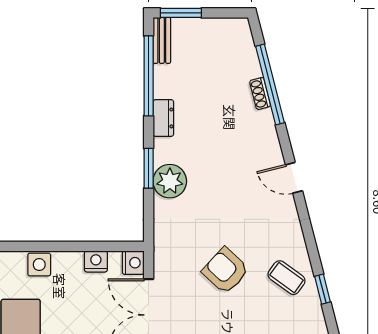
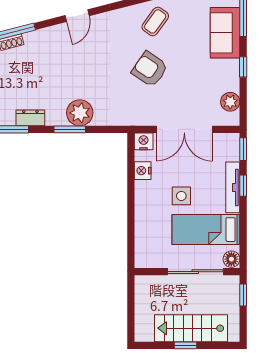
side table: (39, 265) -> (181, 196), moved
armchair: (225, 271) -> (150, 69), turned 81

